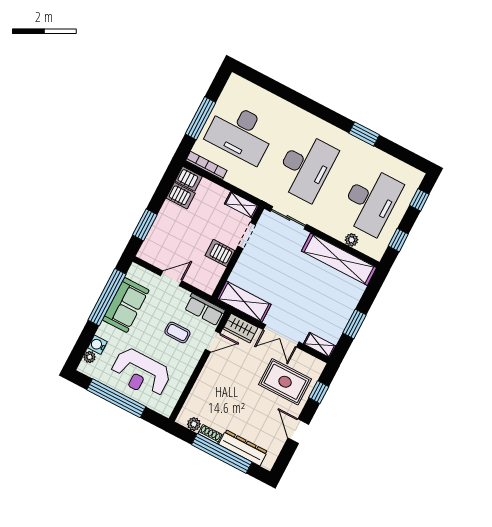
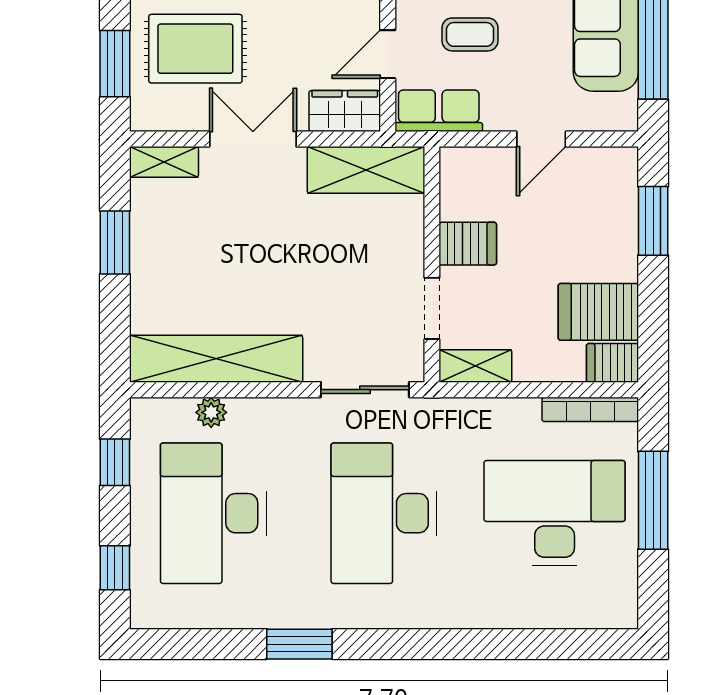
server rack: (181, 196) -> (598, 312), width x1.36, depth x1.44
window: (319, 392) -> (115, 64), width x1.50

